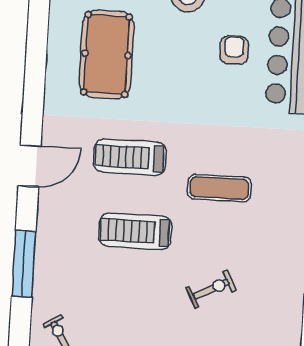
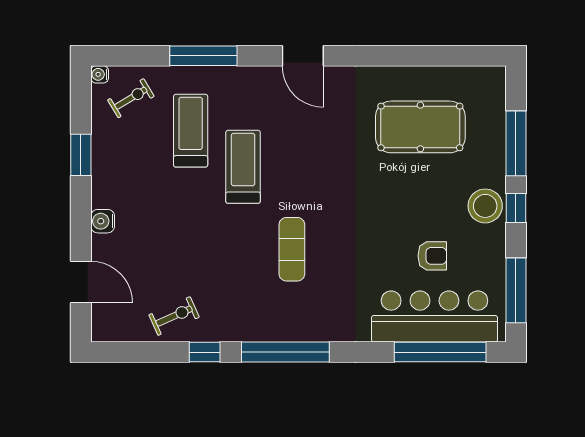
treadmill: (130, 157) -> (191, 131), moved
exercise bike: (211, 289) -> (174, 316), moved, turned -87

